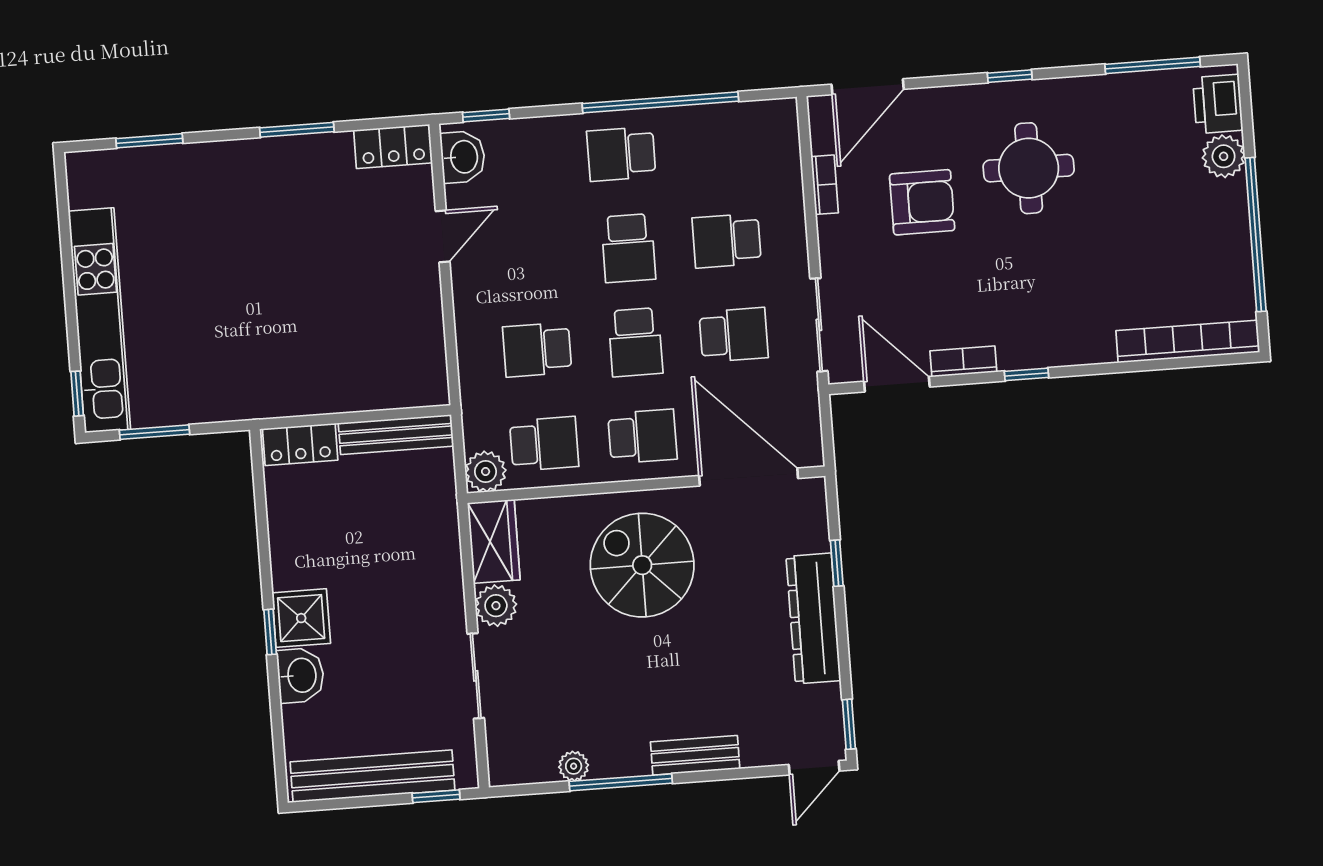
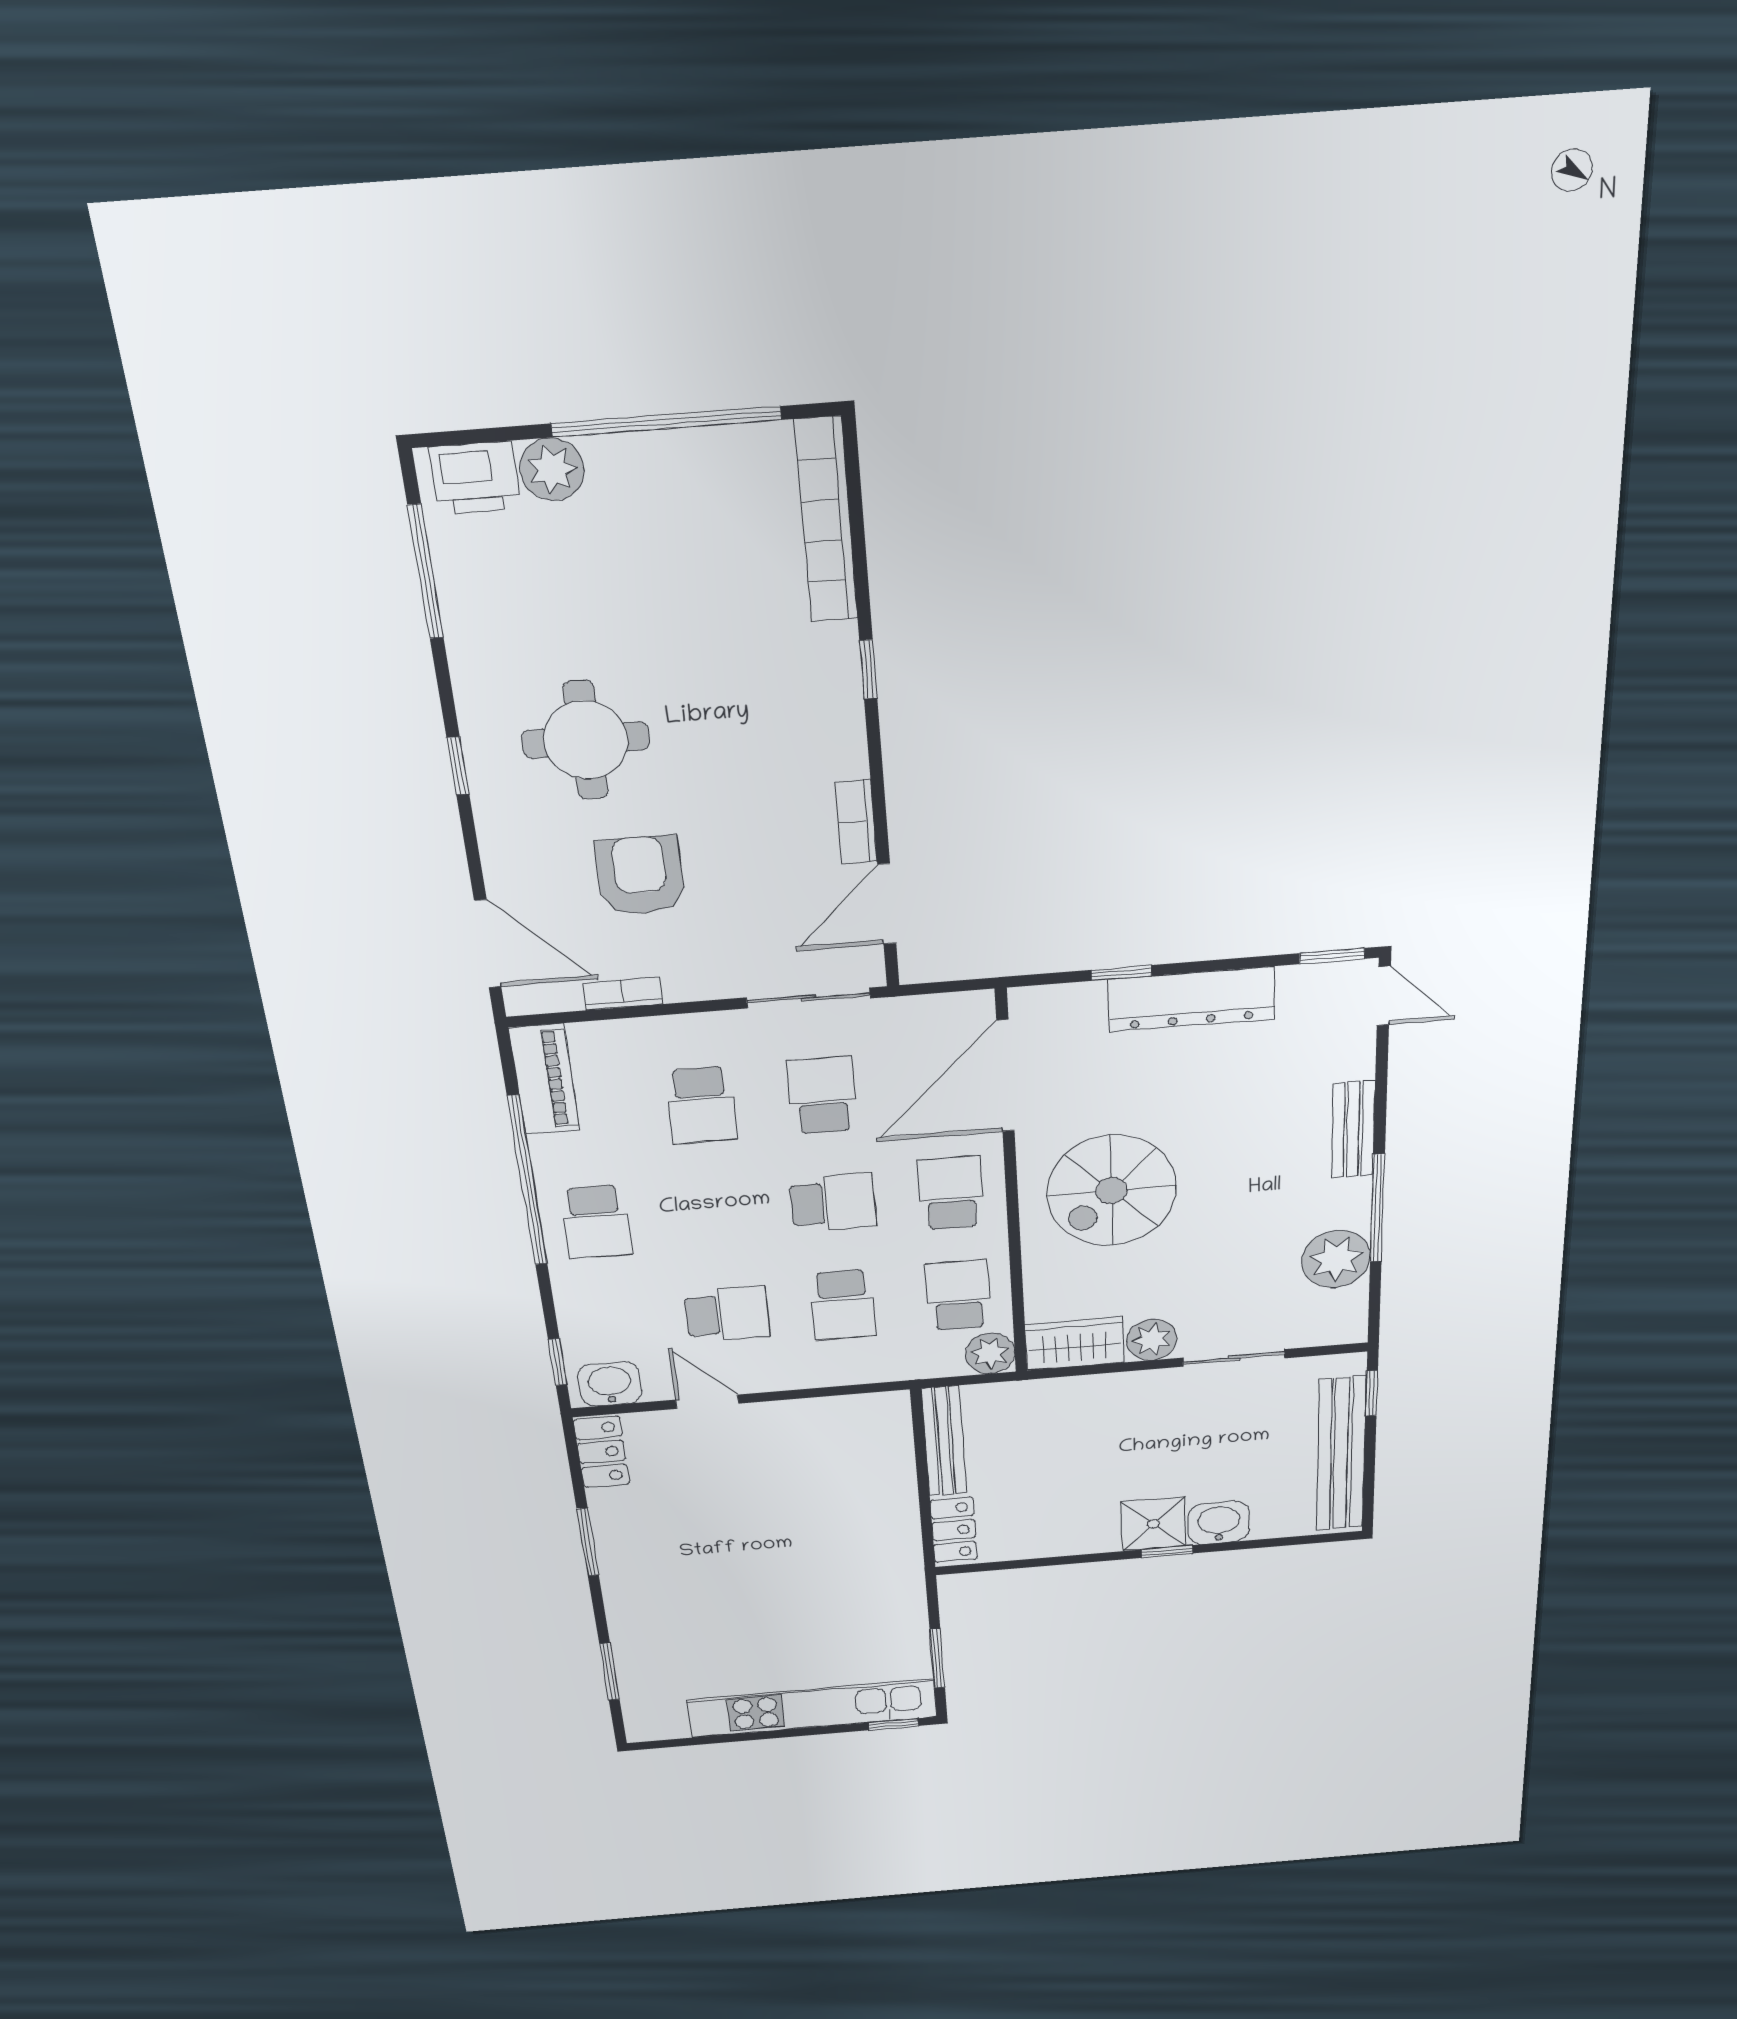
piano: (752, 121) -> (544, 1079), added
school desk: (628, 248) -> (727, 1314), moved
window: (1027, 374) -> (868, 669), moved
plant: (574, 766) -> (1336, 1259), width x1.87, depth x1.87

